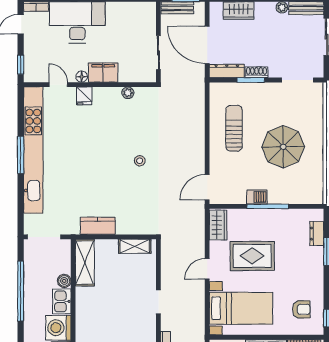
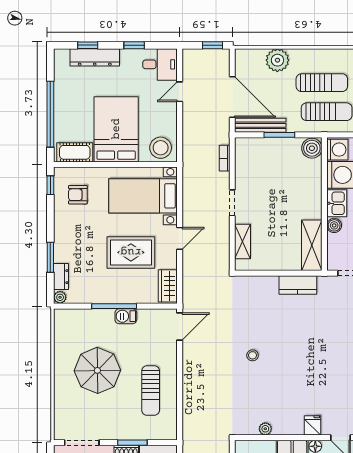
plant: (318, 214) -> (60, 297), added
shelving: (135, 246) -> (243, 242), moved, turned 90

